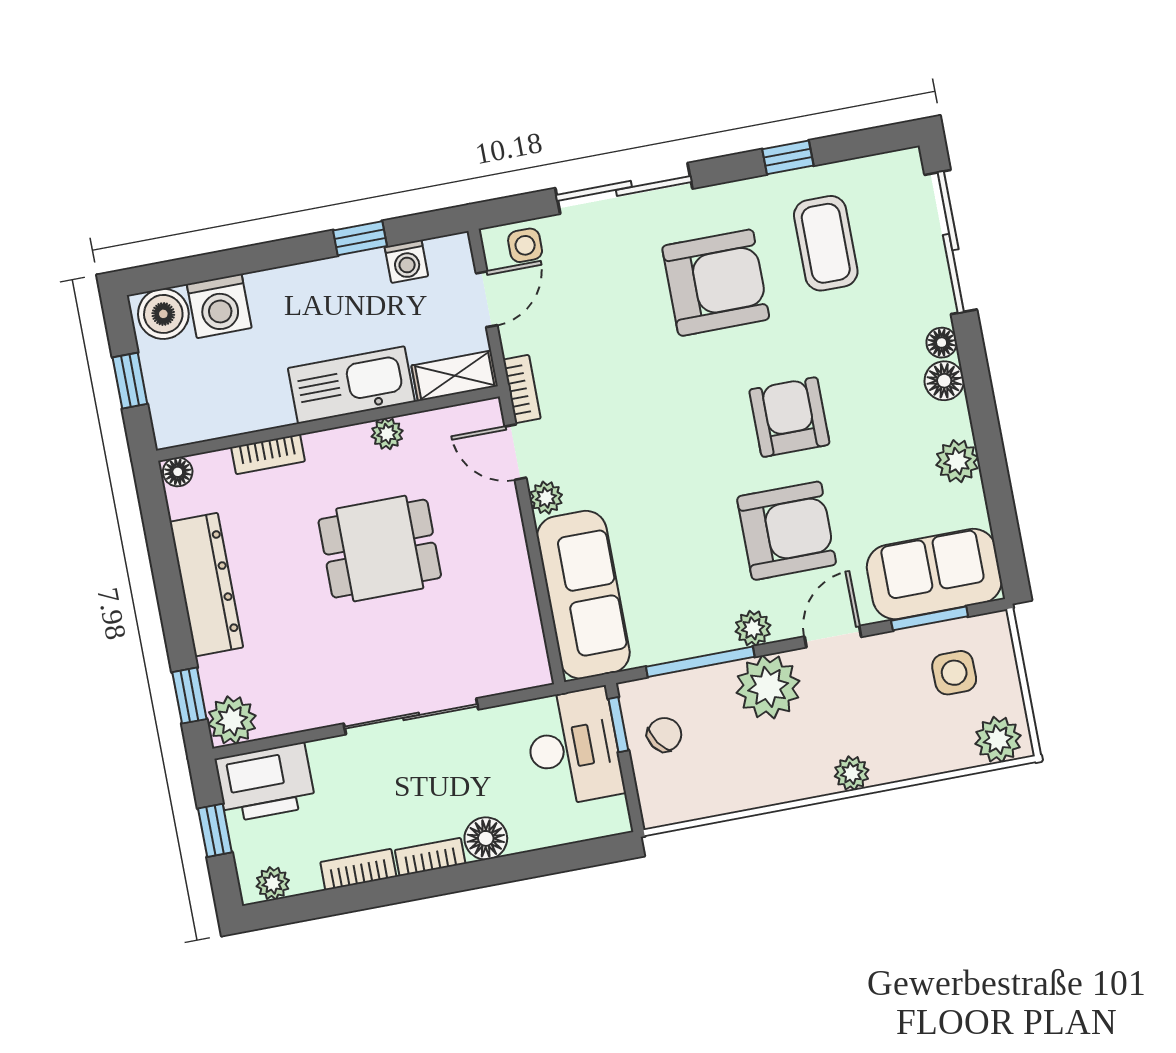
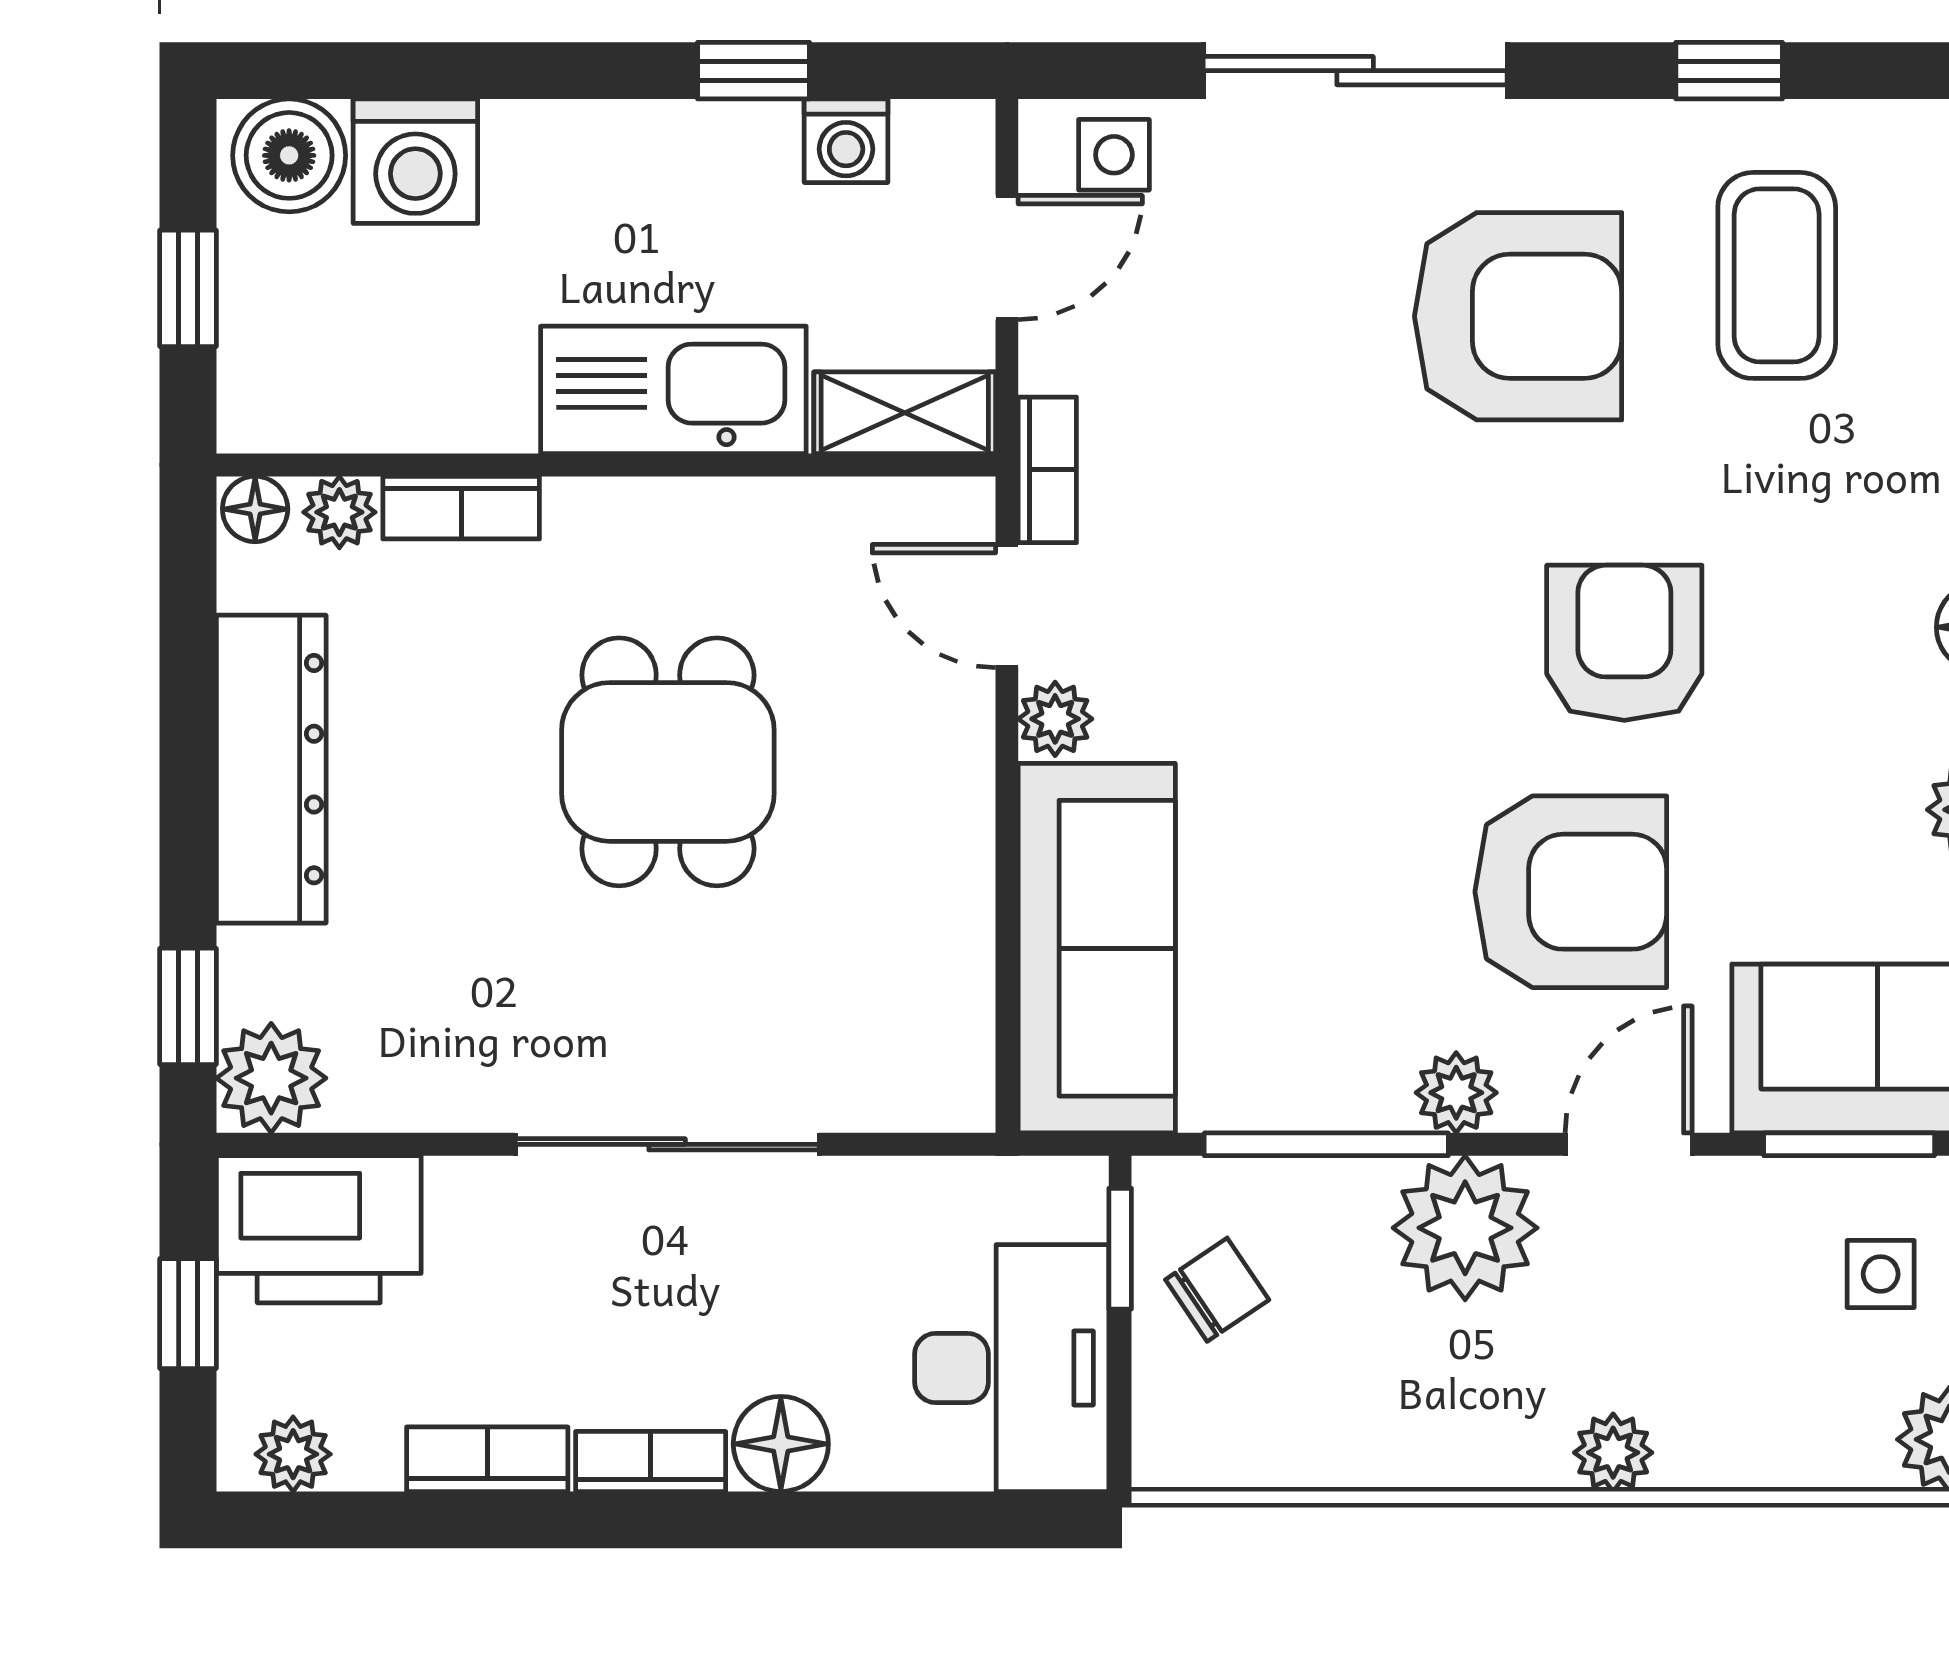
plant: (387, 434) -> (339, 512), moved
dining table: (380, 549) -> (668, 762), turned 90
side table: (954, 673) -> (1881, 1274), width x0.73, depth x0.73
desk: (573, 747) -> (1012, 1368), moved

